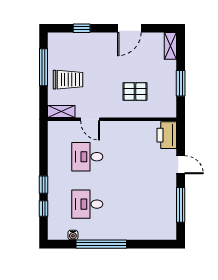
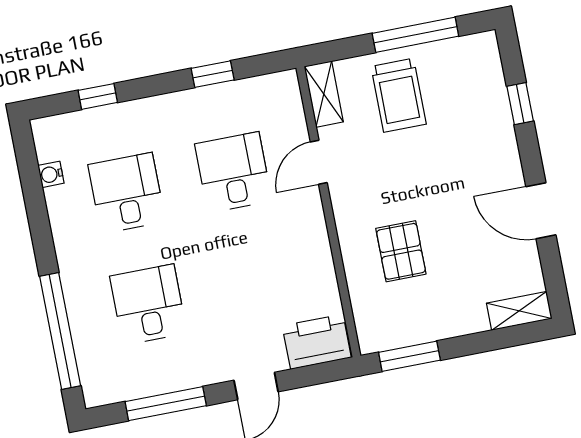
window: (181, 83) -> (409, 356), moved
window: (43, 185) -> (213, 74), moved
desk: (137, 204) -> (148, 305), added
window: (101, 244) -> (60, 331), moved

